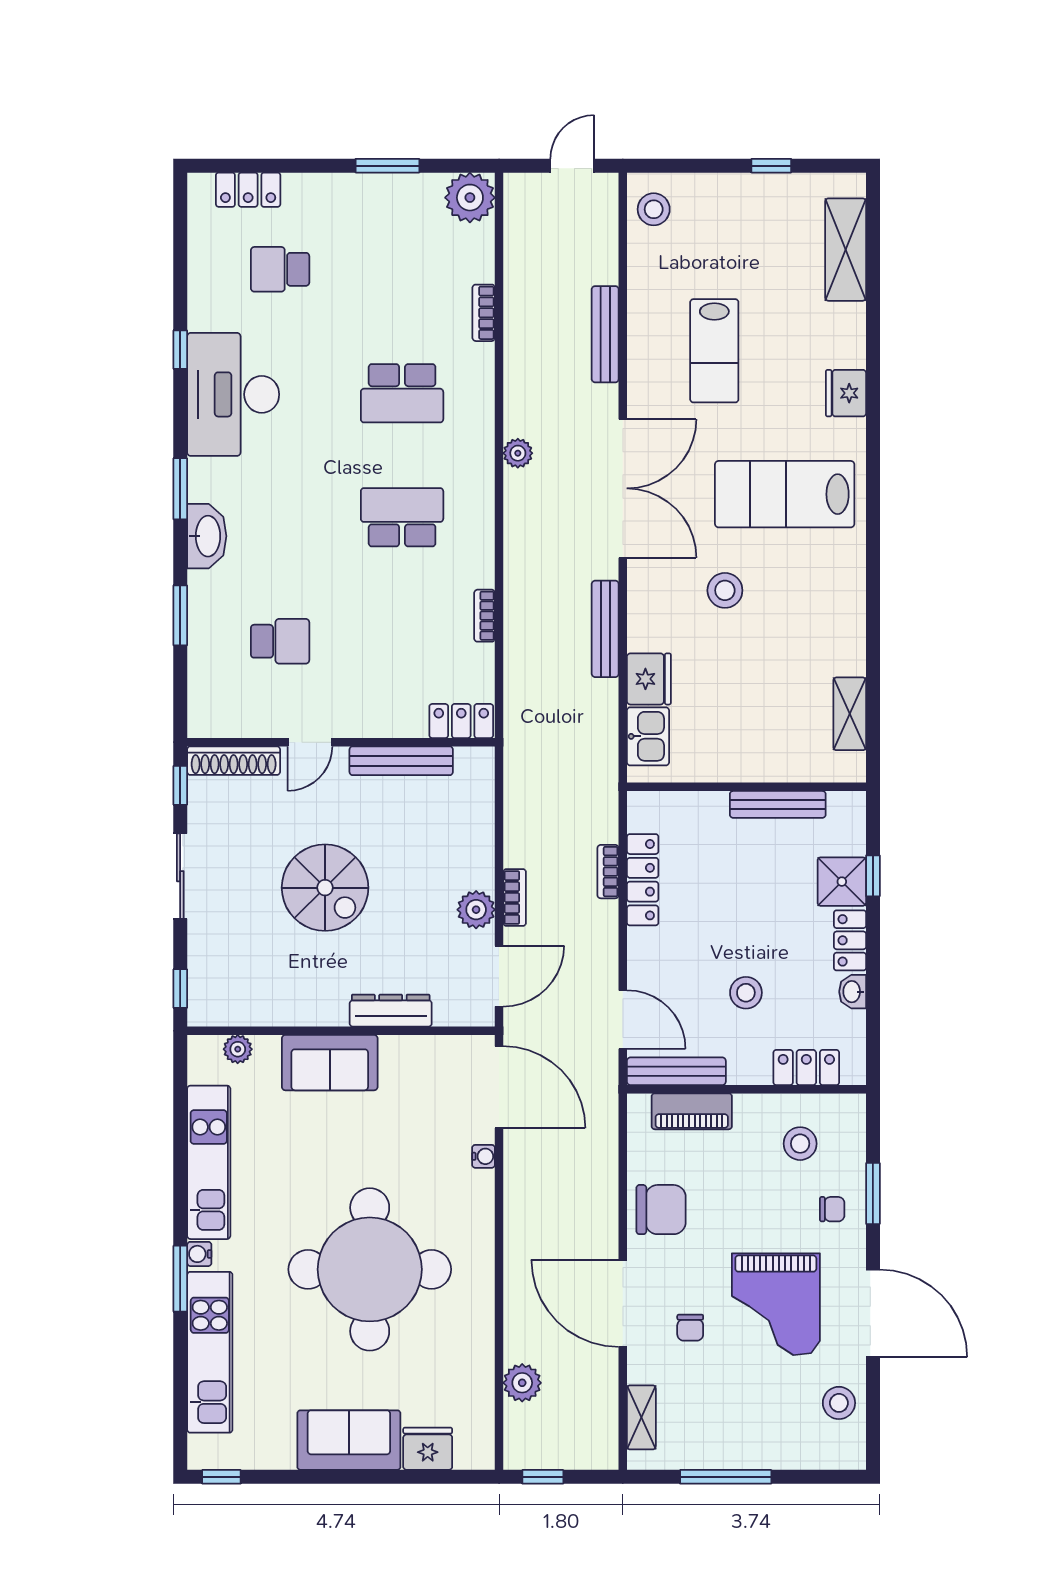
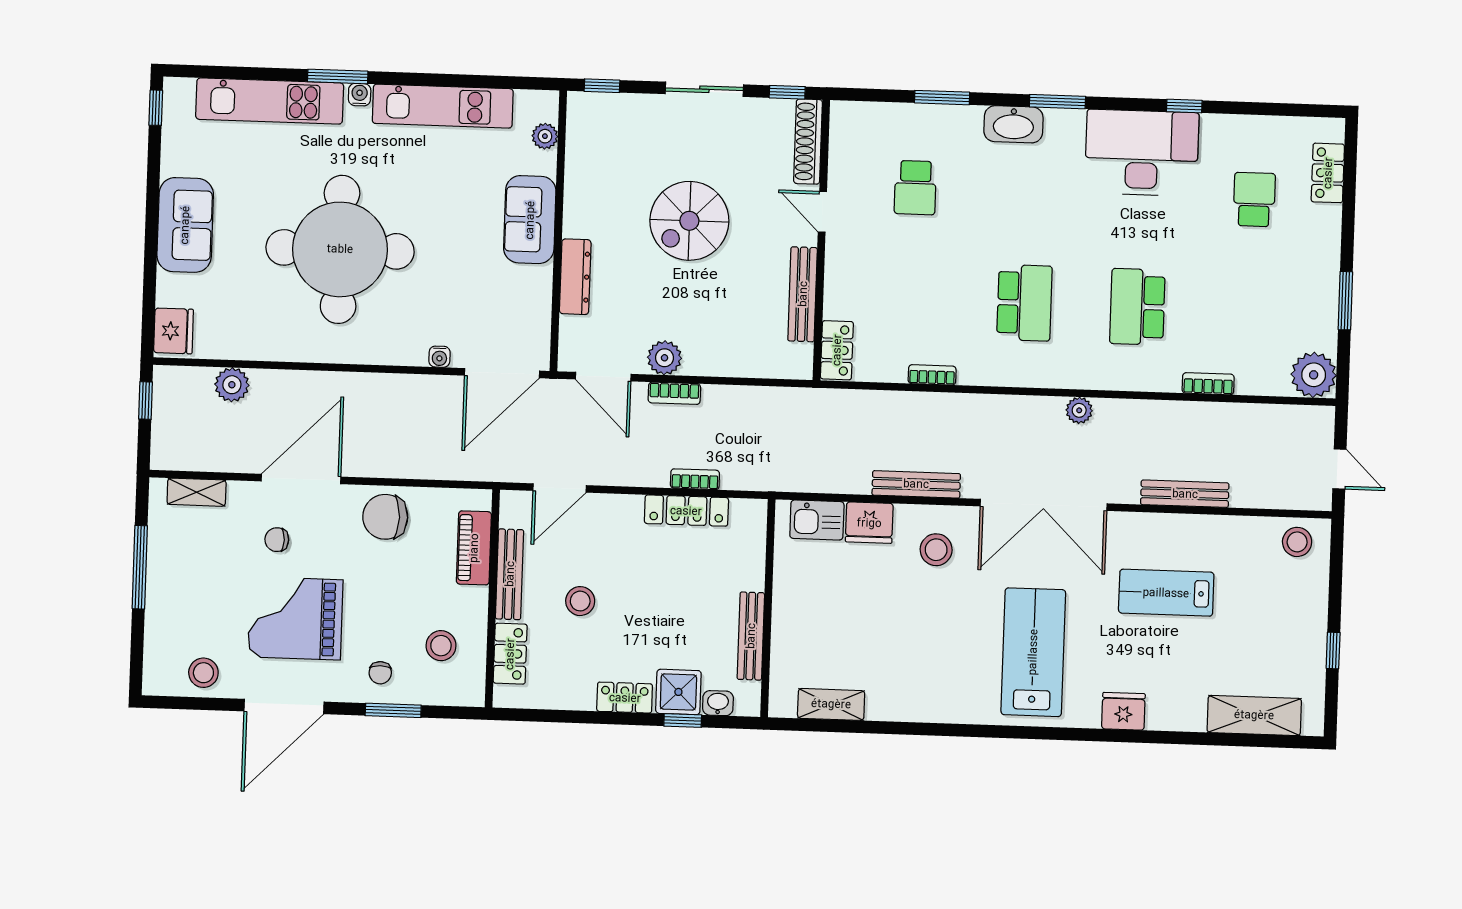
stool: (725, 590) -> (936, 550), moved
washbasin: (853, 992) -> (718, 703), moved
bench: (676, 1071) -> (510, 574), moved
chair: (661, 1210) -> (385, 517), turned 90
fridge: (428, 1449) -> (174, 331), moved

